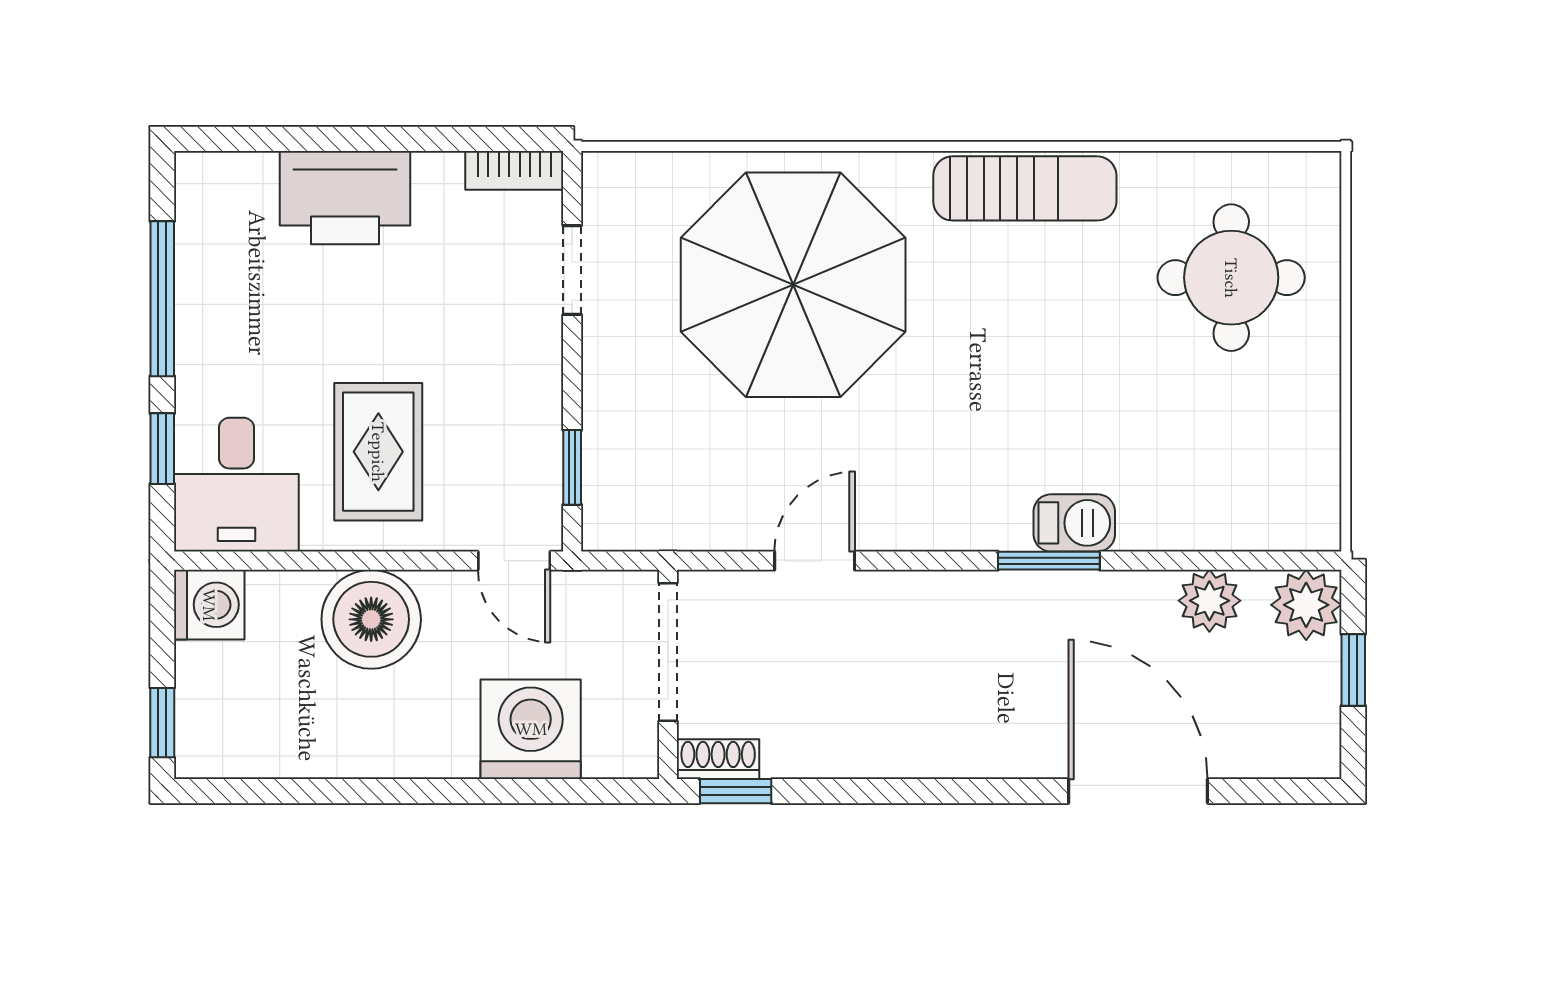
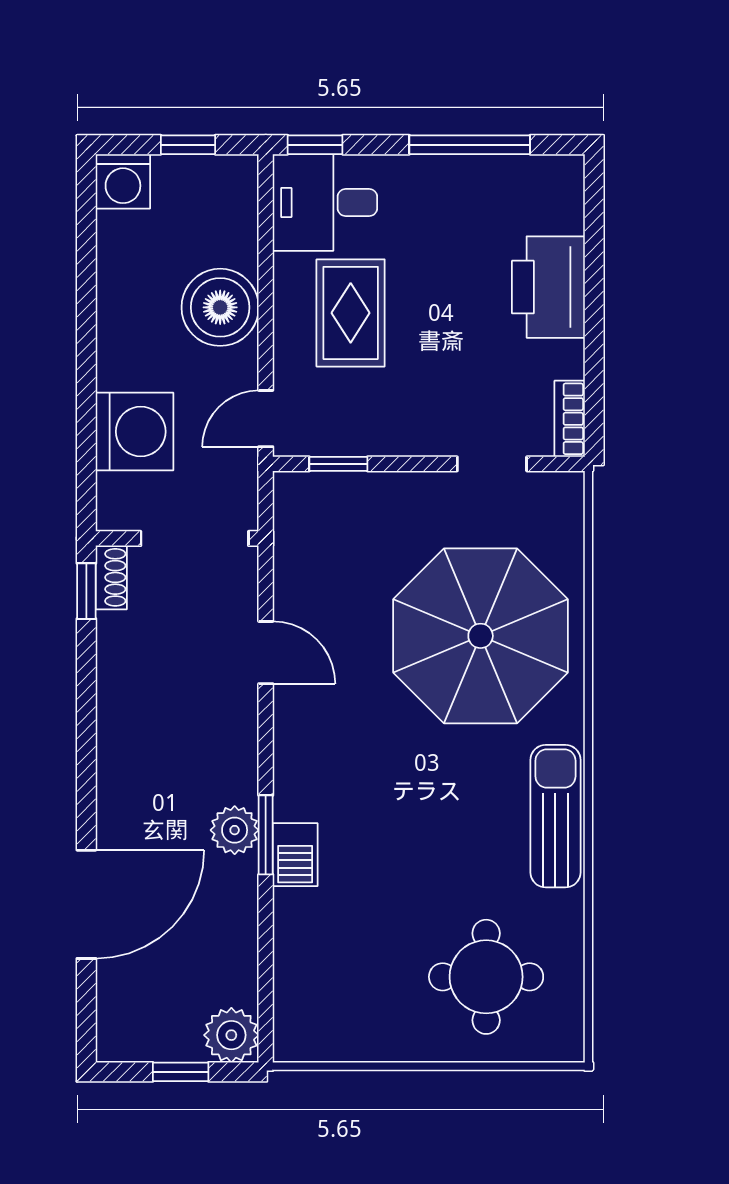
sun lounger: (1025, 188) -> (555, 816), turned 180
window: (162, 449) -> (315, 145), moved
rug: (378, 452) -> (351, 313), turned 90
plant: (1209, 601) -> (235, 830), moved
washing machine: (209, 605) -> (123, 181), moved
window: (162, 723) -> (188, 145), moved

